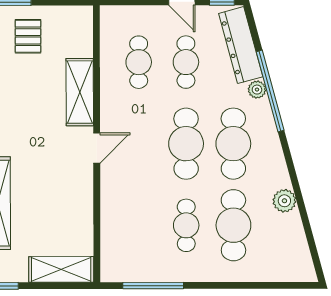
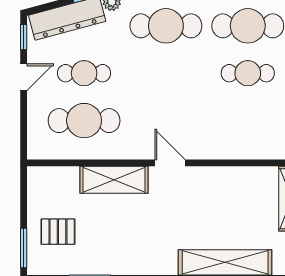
cafe table: (139, 62) -> (84, 121), width x1.37, depth x1.35
cafe table: (186, 144) -> (166, 73), removed

